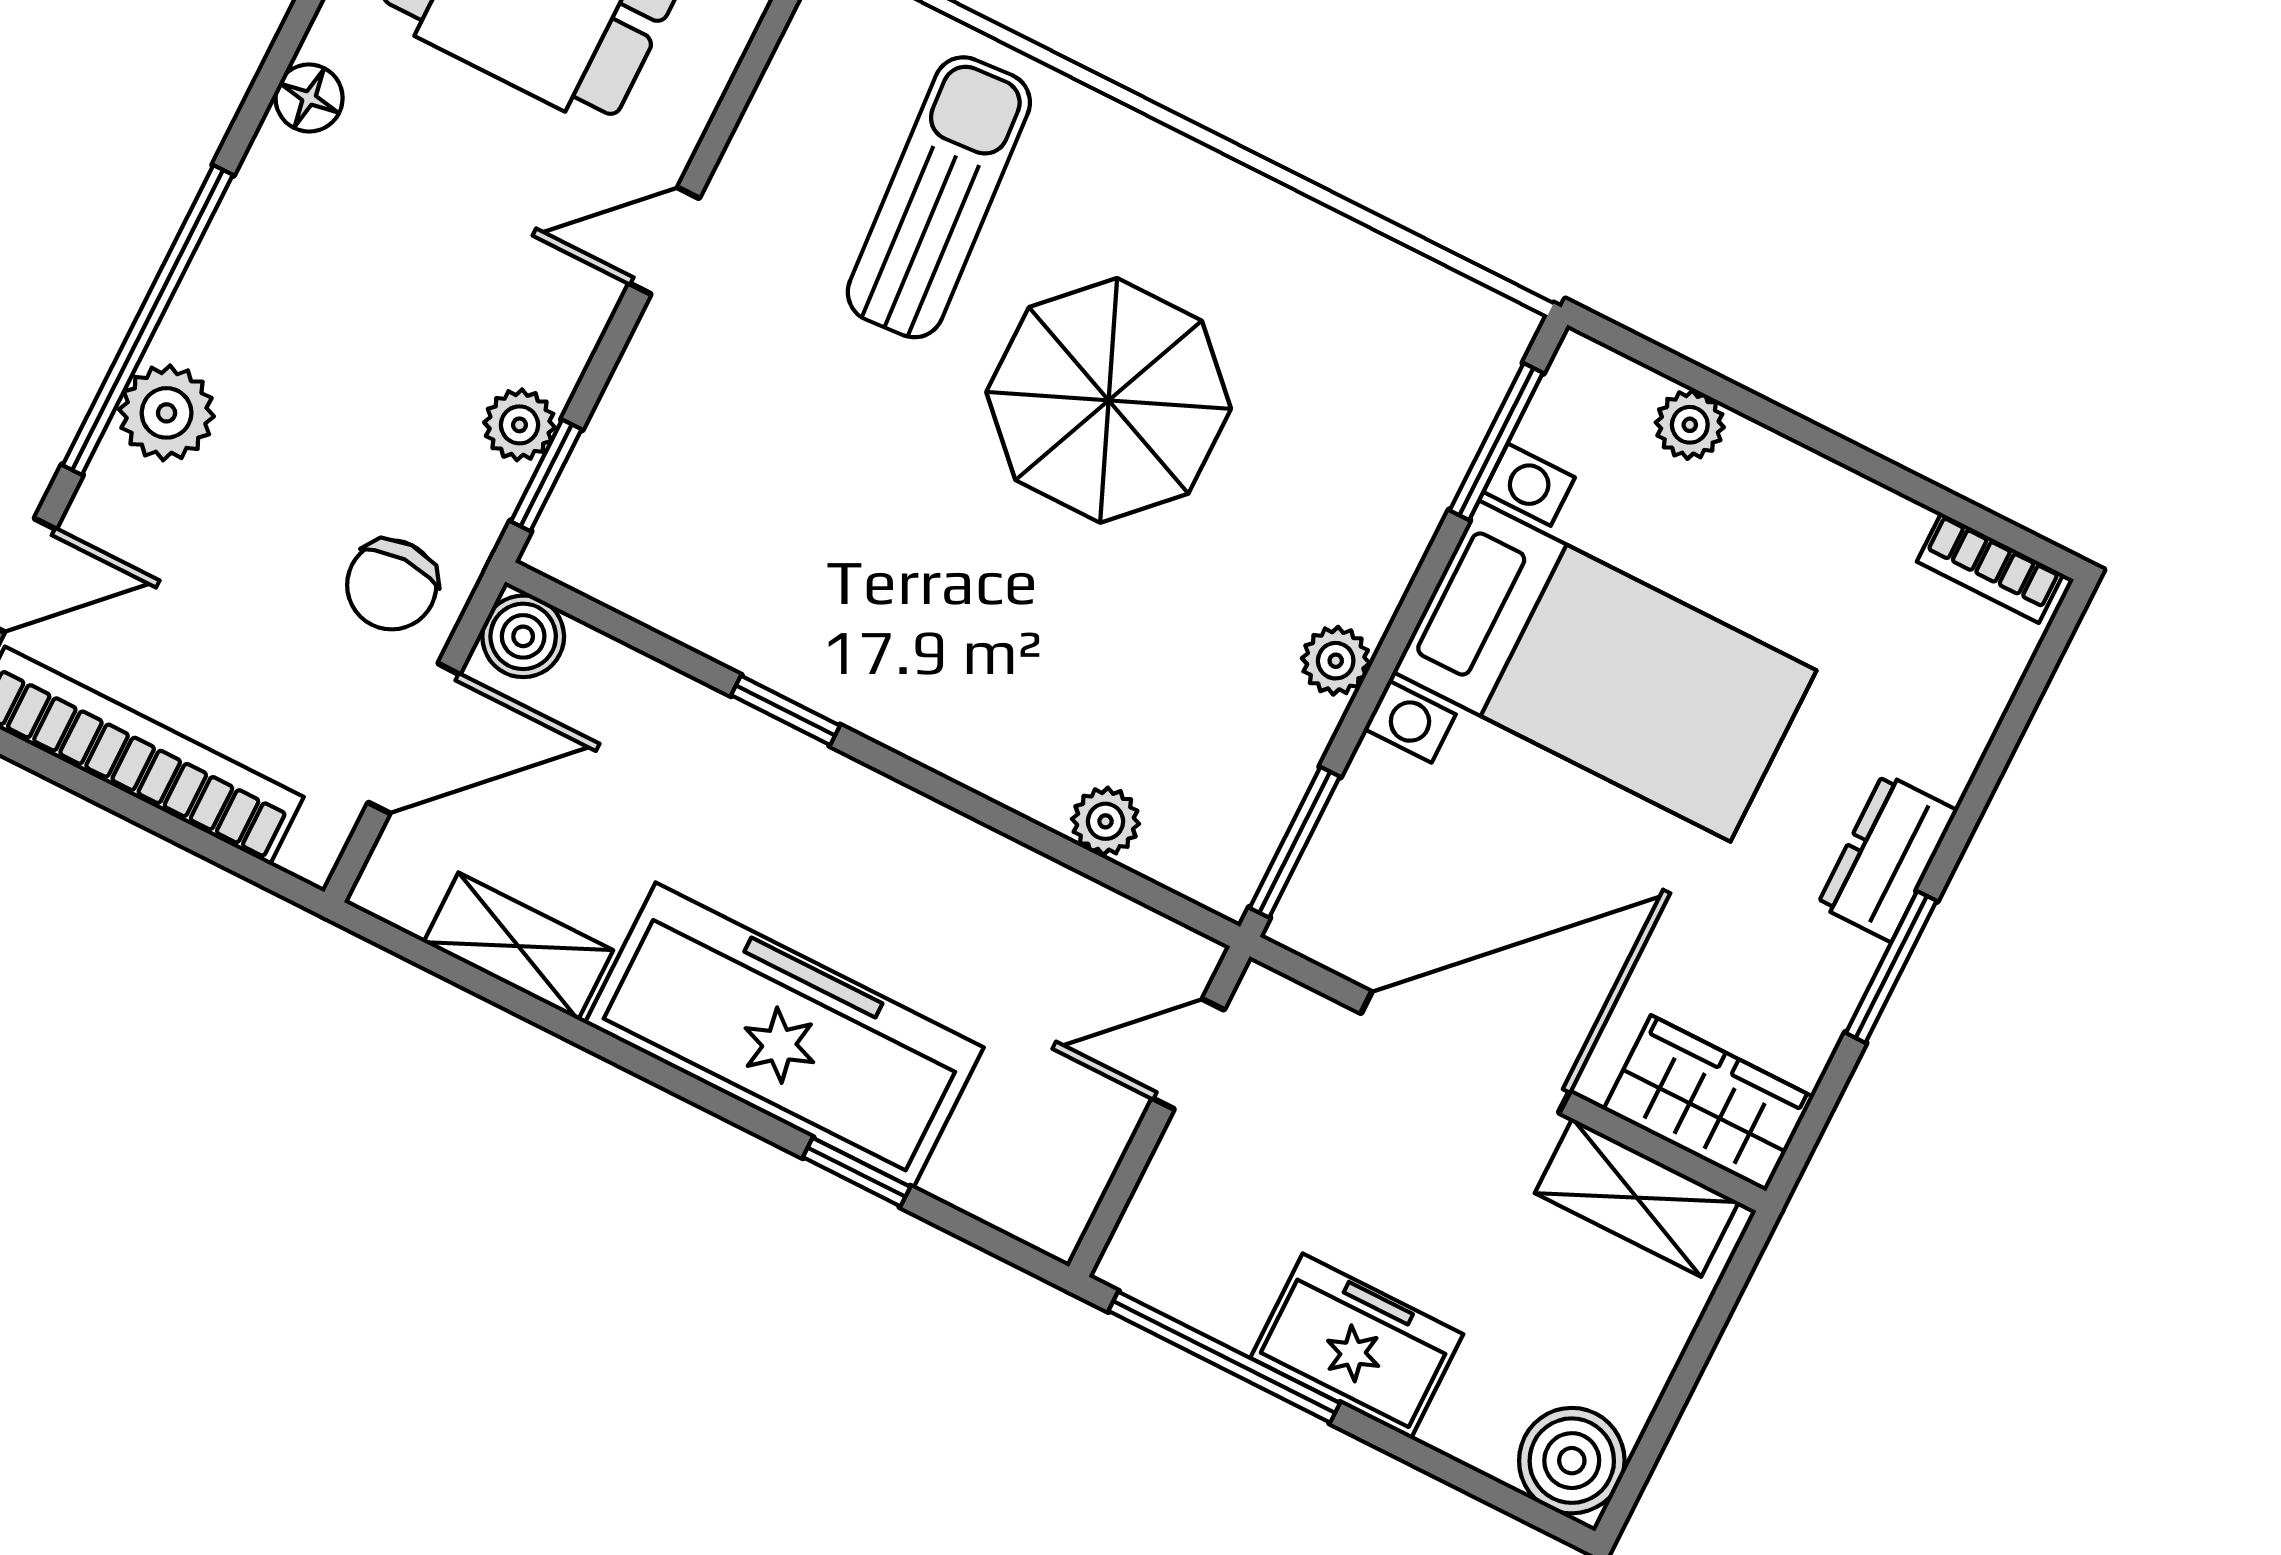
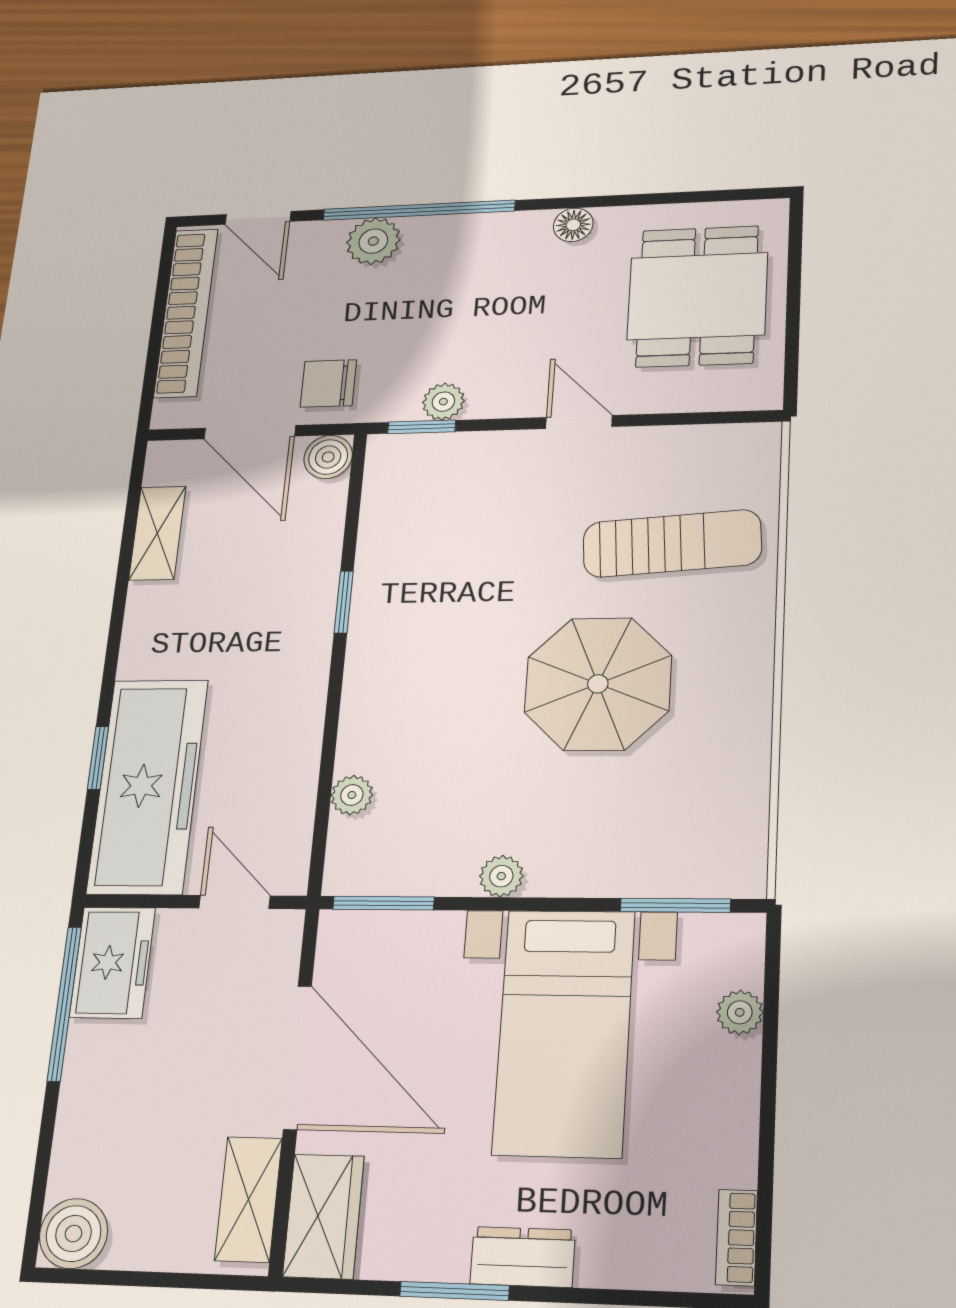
freezer: (784, 1035) -> (148, 786), moved
freezer: (1357, 1346) -> (113, 962), moved

